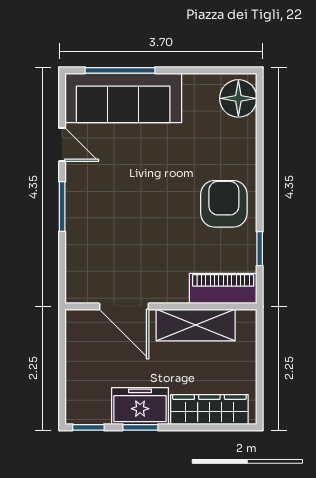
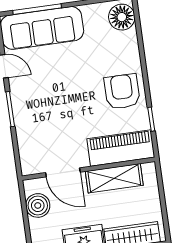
piano: (223, 289) -> (121, 148), width x1.37, depth x1.33
boiler: (82, 348) -> (38, 205), added

